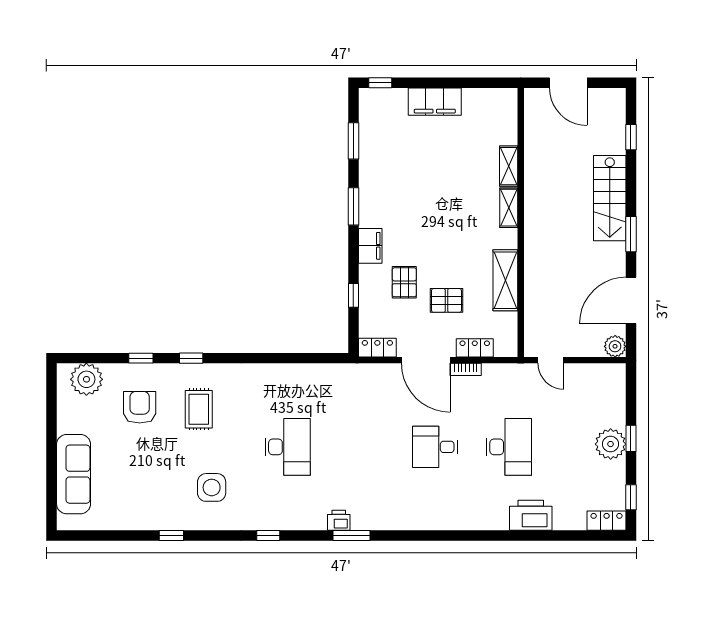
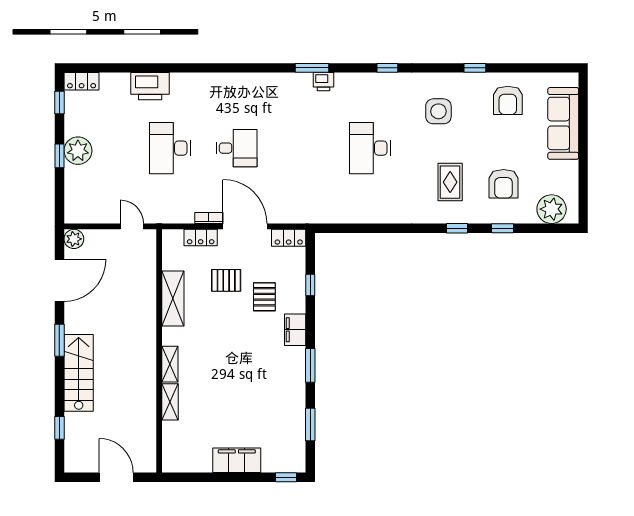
armchair: (135, 500) -> (508, 100), added

